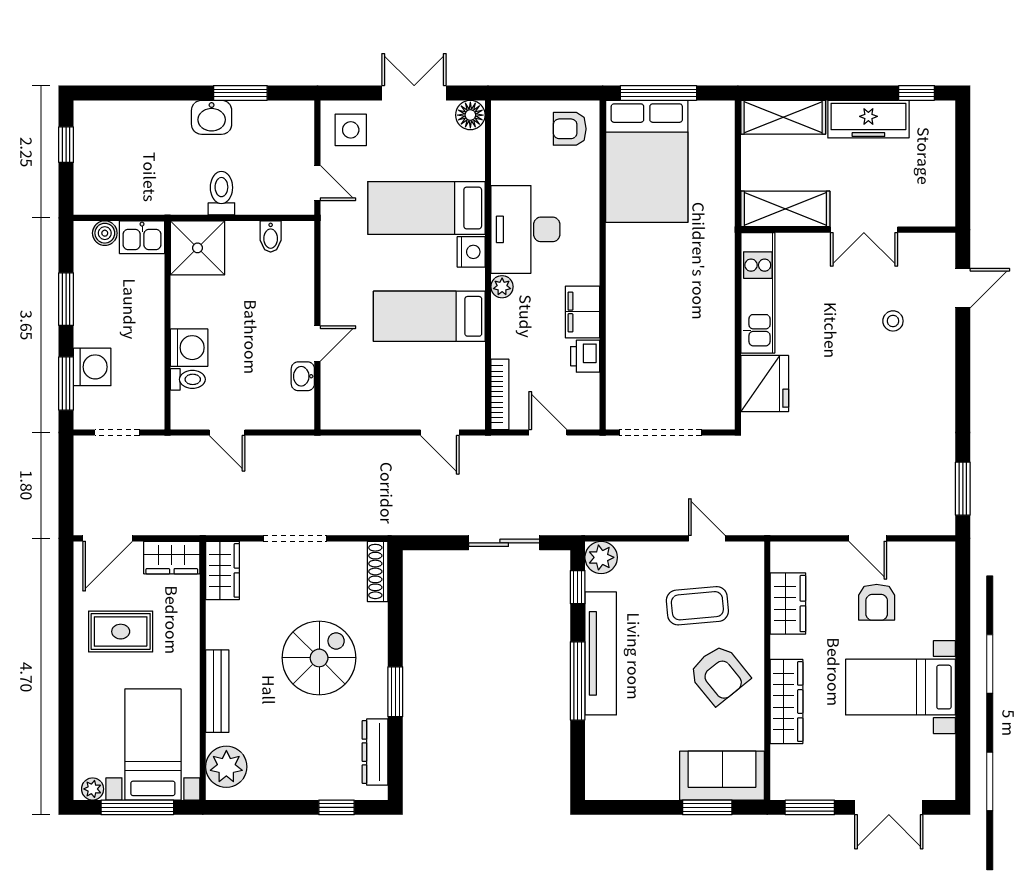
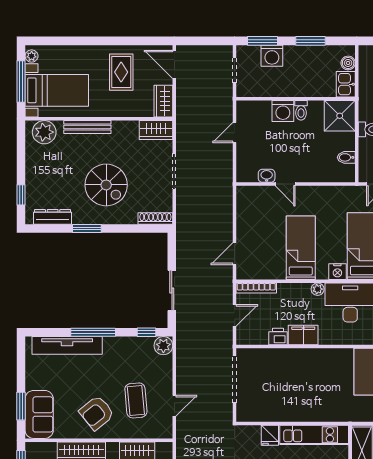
toilet: (188, 379) -> (301, 110), moved
fridge: (765, 384) -> (270, 435), width x0.53, depth x0.75
tv unit: (601, 653) -> (67, 345), moved

